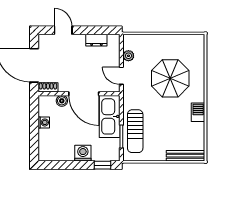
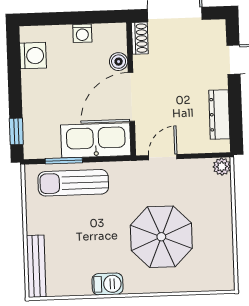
dresser: (96, 40) -> (219, 114), width x1.44
plant: (128, 56) -> (222, 167), moved
washing machine: (83, 153) -> (33, 56), moved

